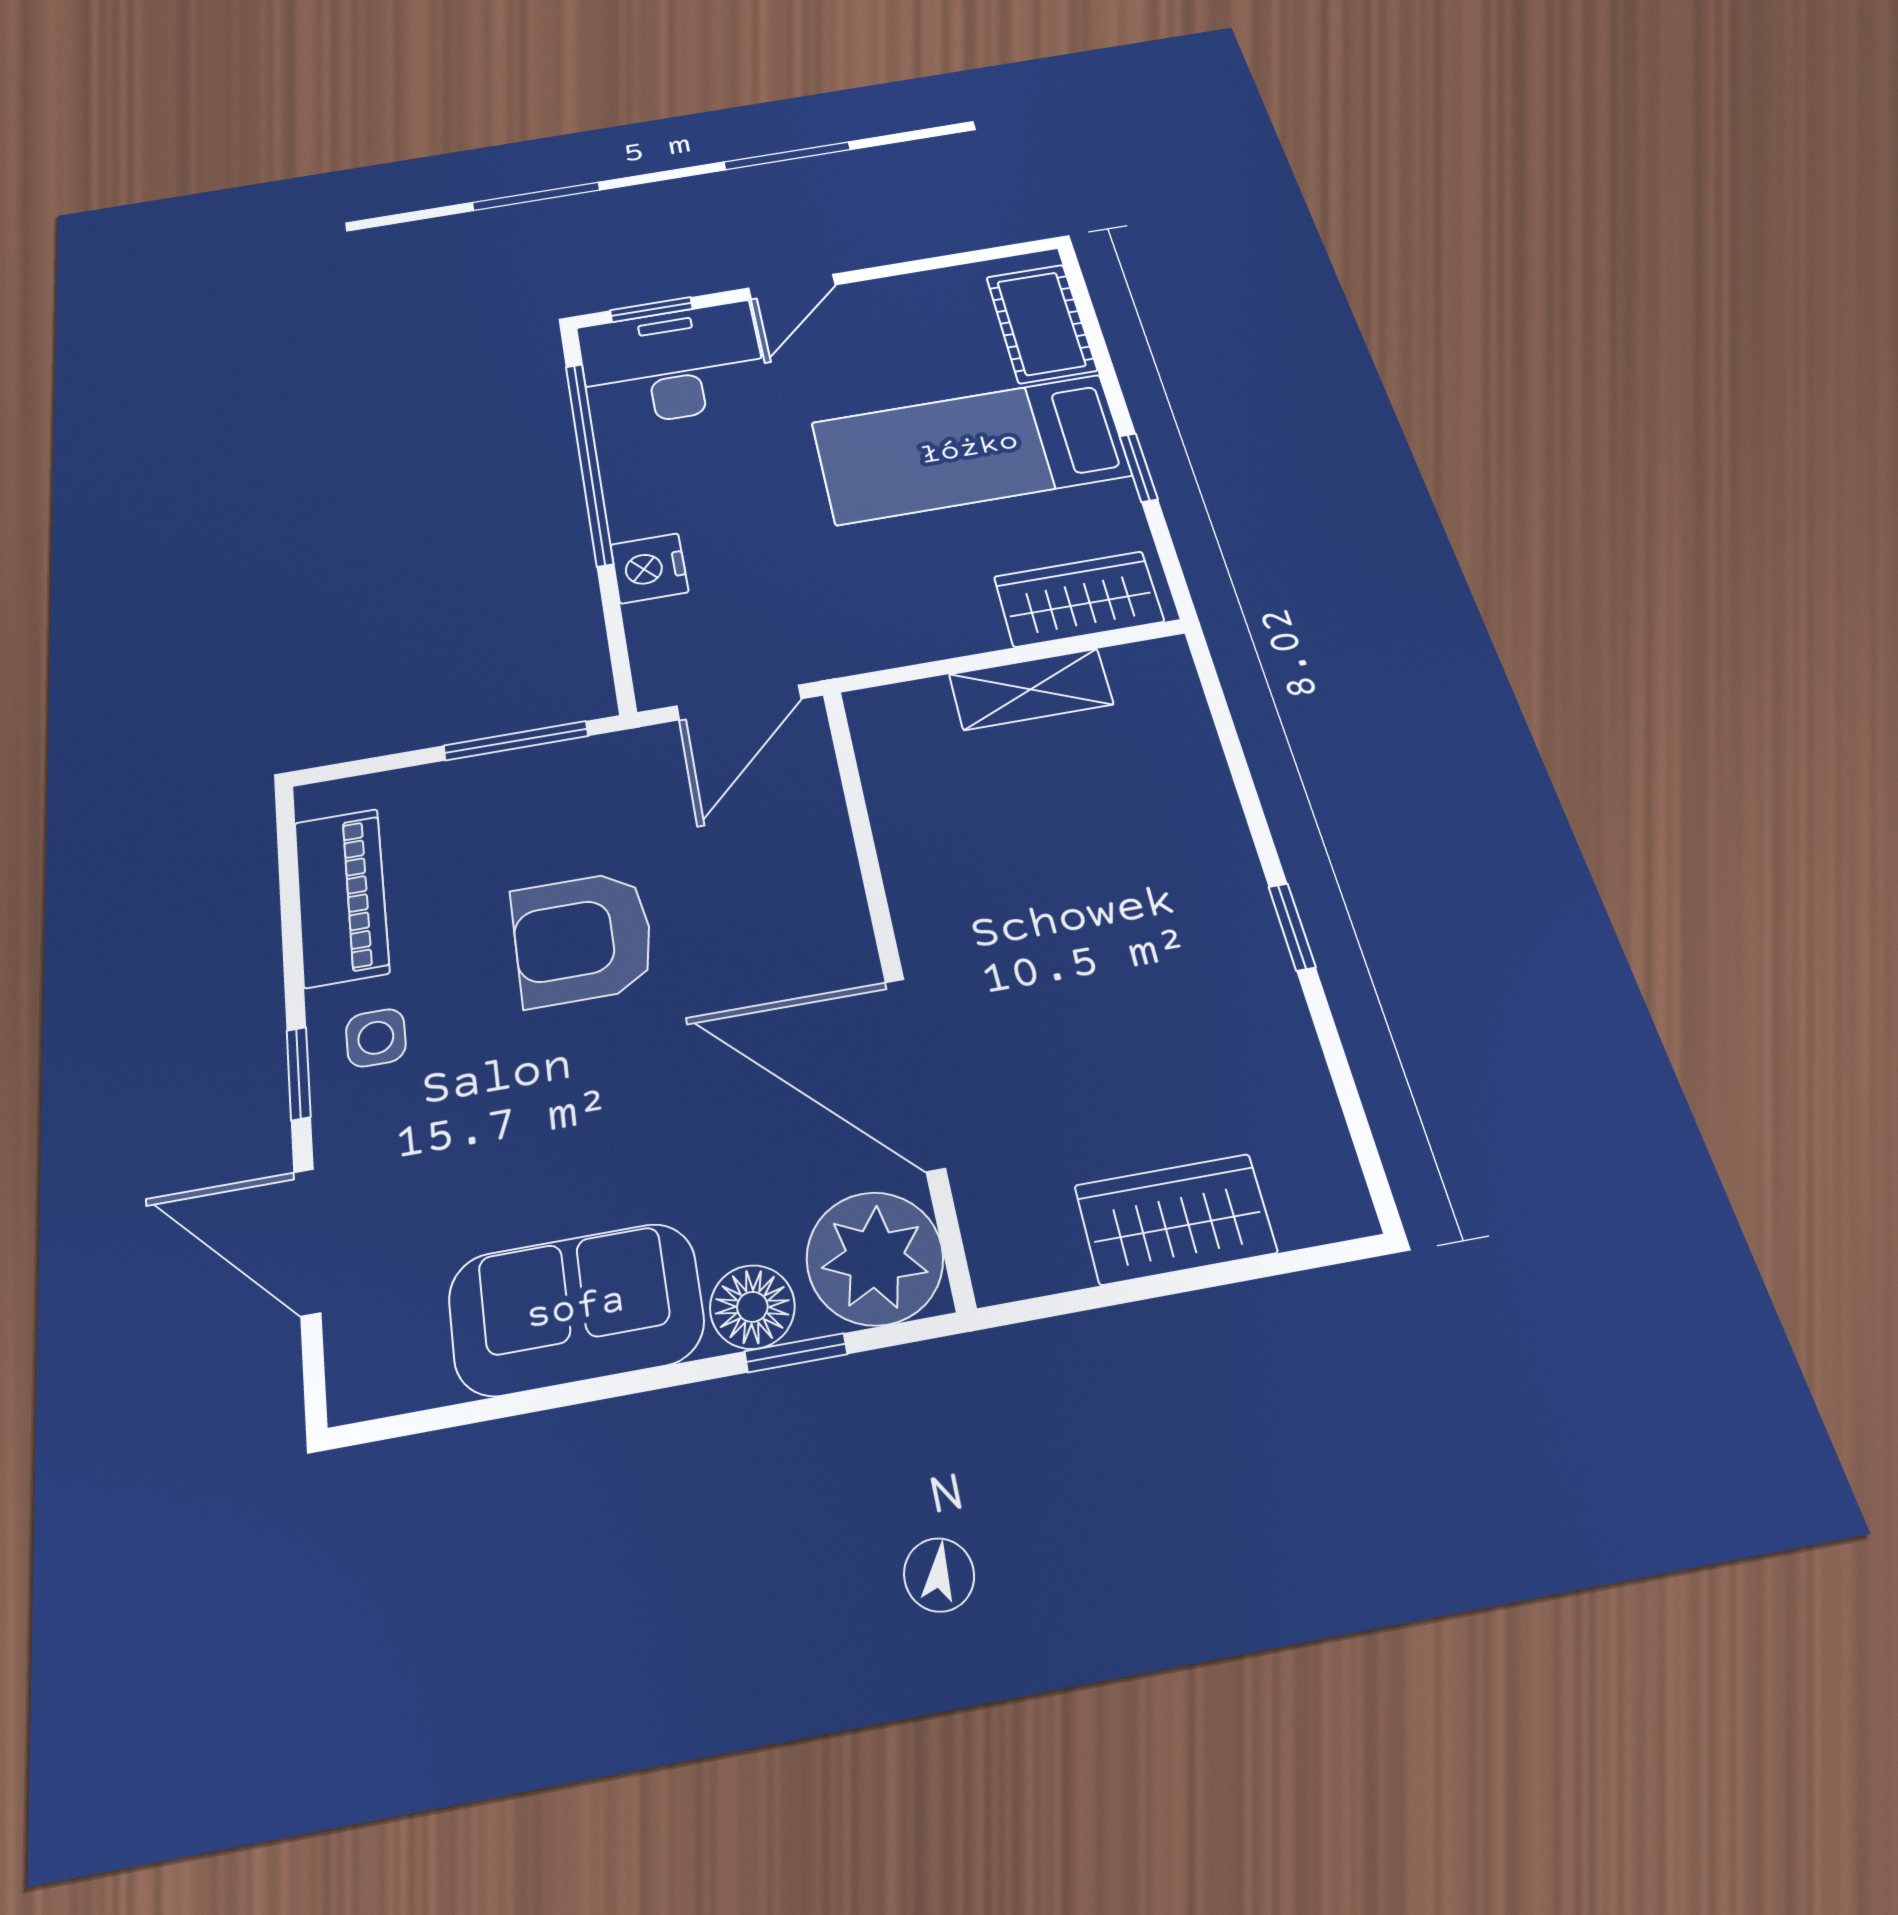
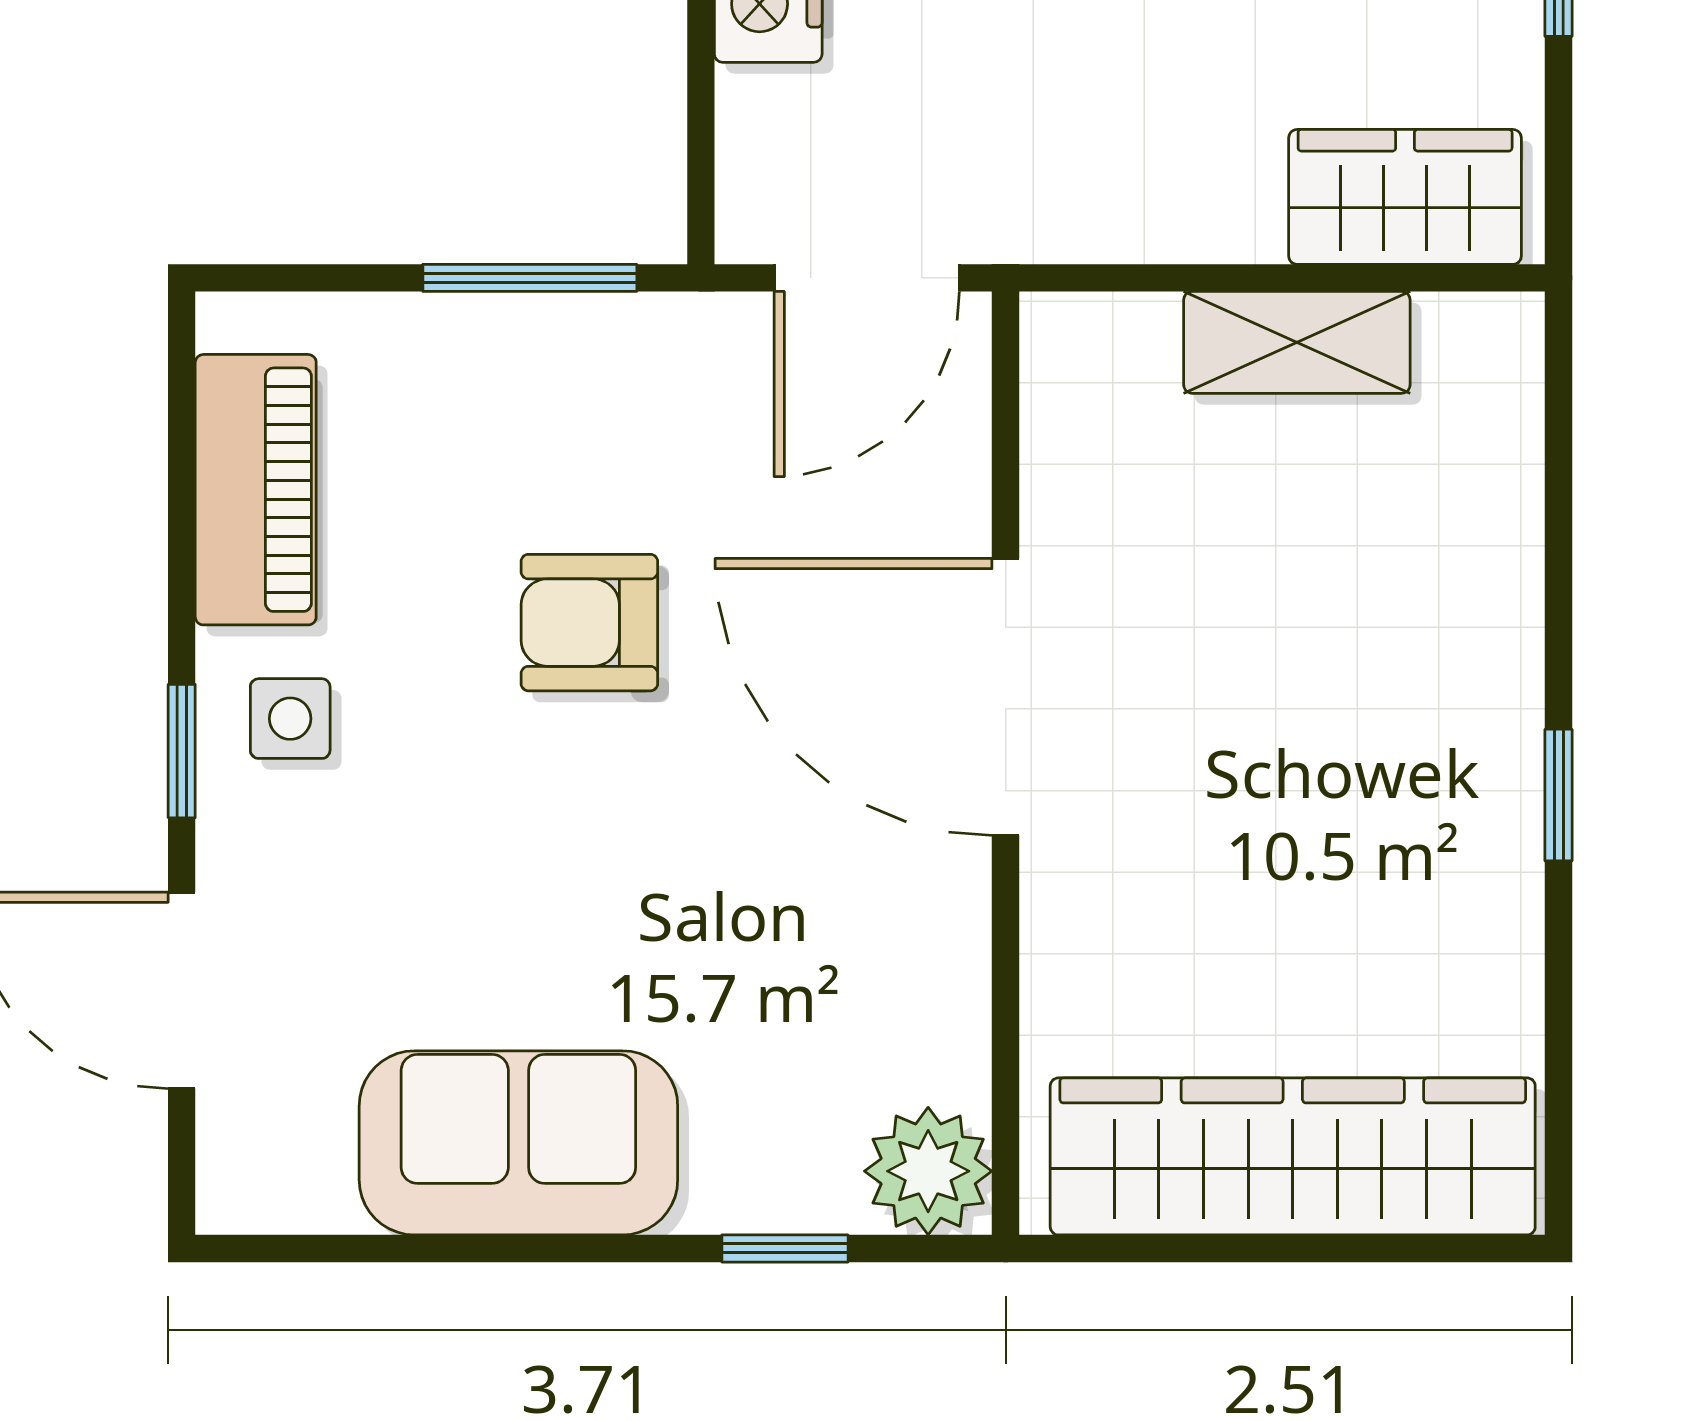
armchair: (583, 938) -> (589, 623), width x0.72, depth x0.72
door: (915, 1073) -> (1006, 697), moved
wardrobe: (1175, 1219) -> (1293, 1156), width x2.10, depth x1.17
plant: (875, 1258) -> (928, 1171), width x0.73, depth x0.73
floor lamp: (752, 1307) -> (740, 1181), removed

